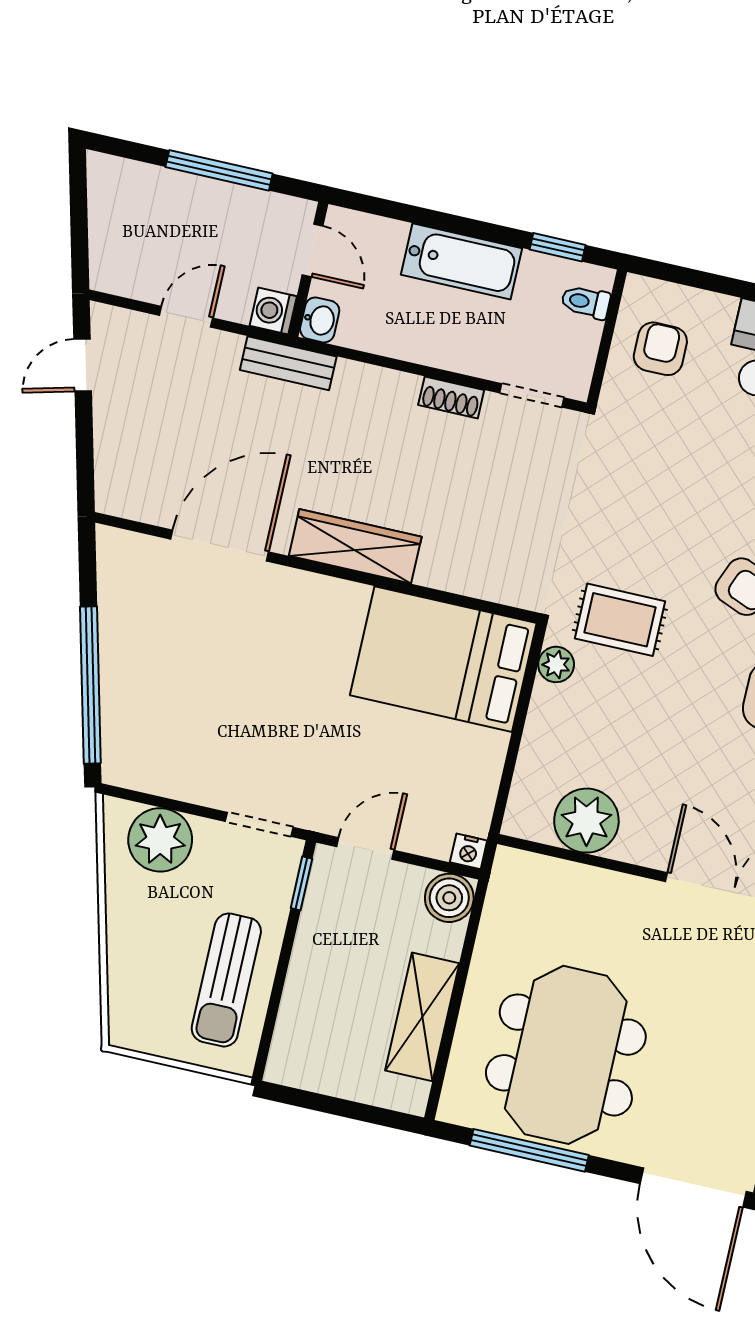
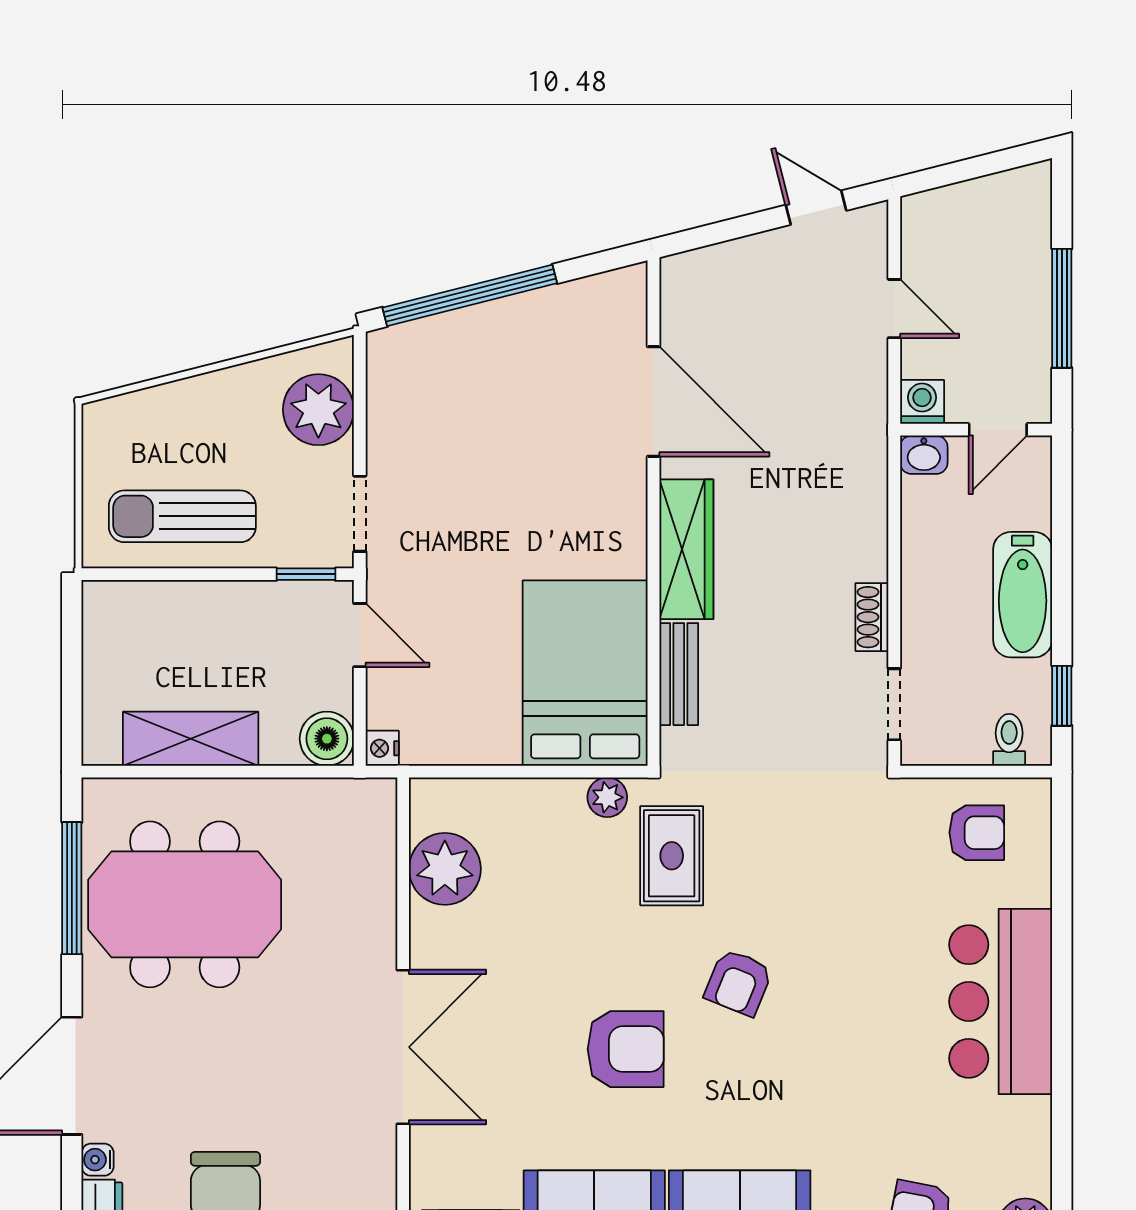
bench: (288, 363) -> (679, 674), moved

